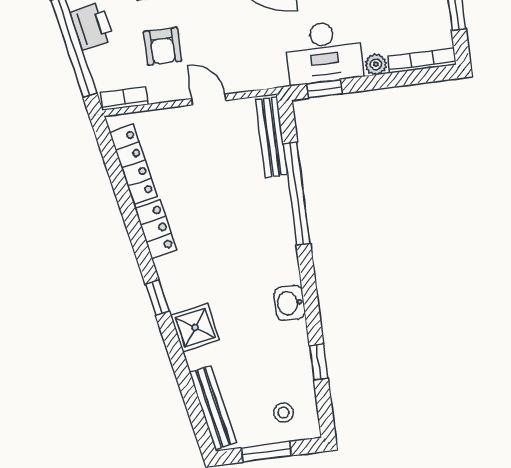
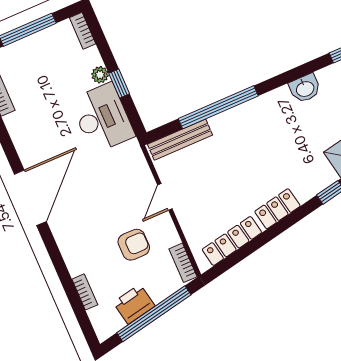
bookcase: (422, 60) -> (83, 31), width x0.64
window: (324, 89) -> (119, 84), moved

